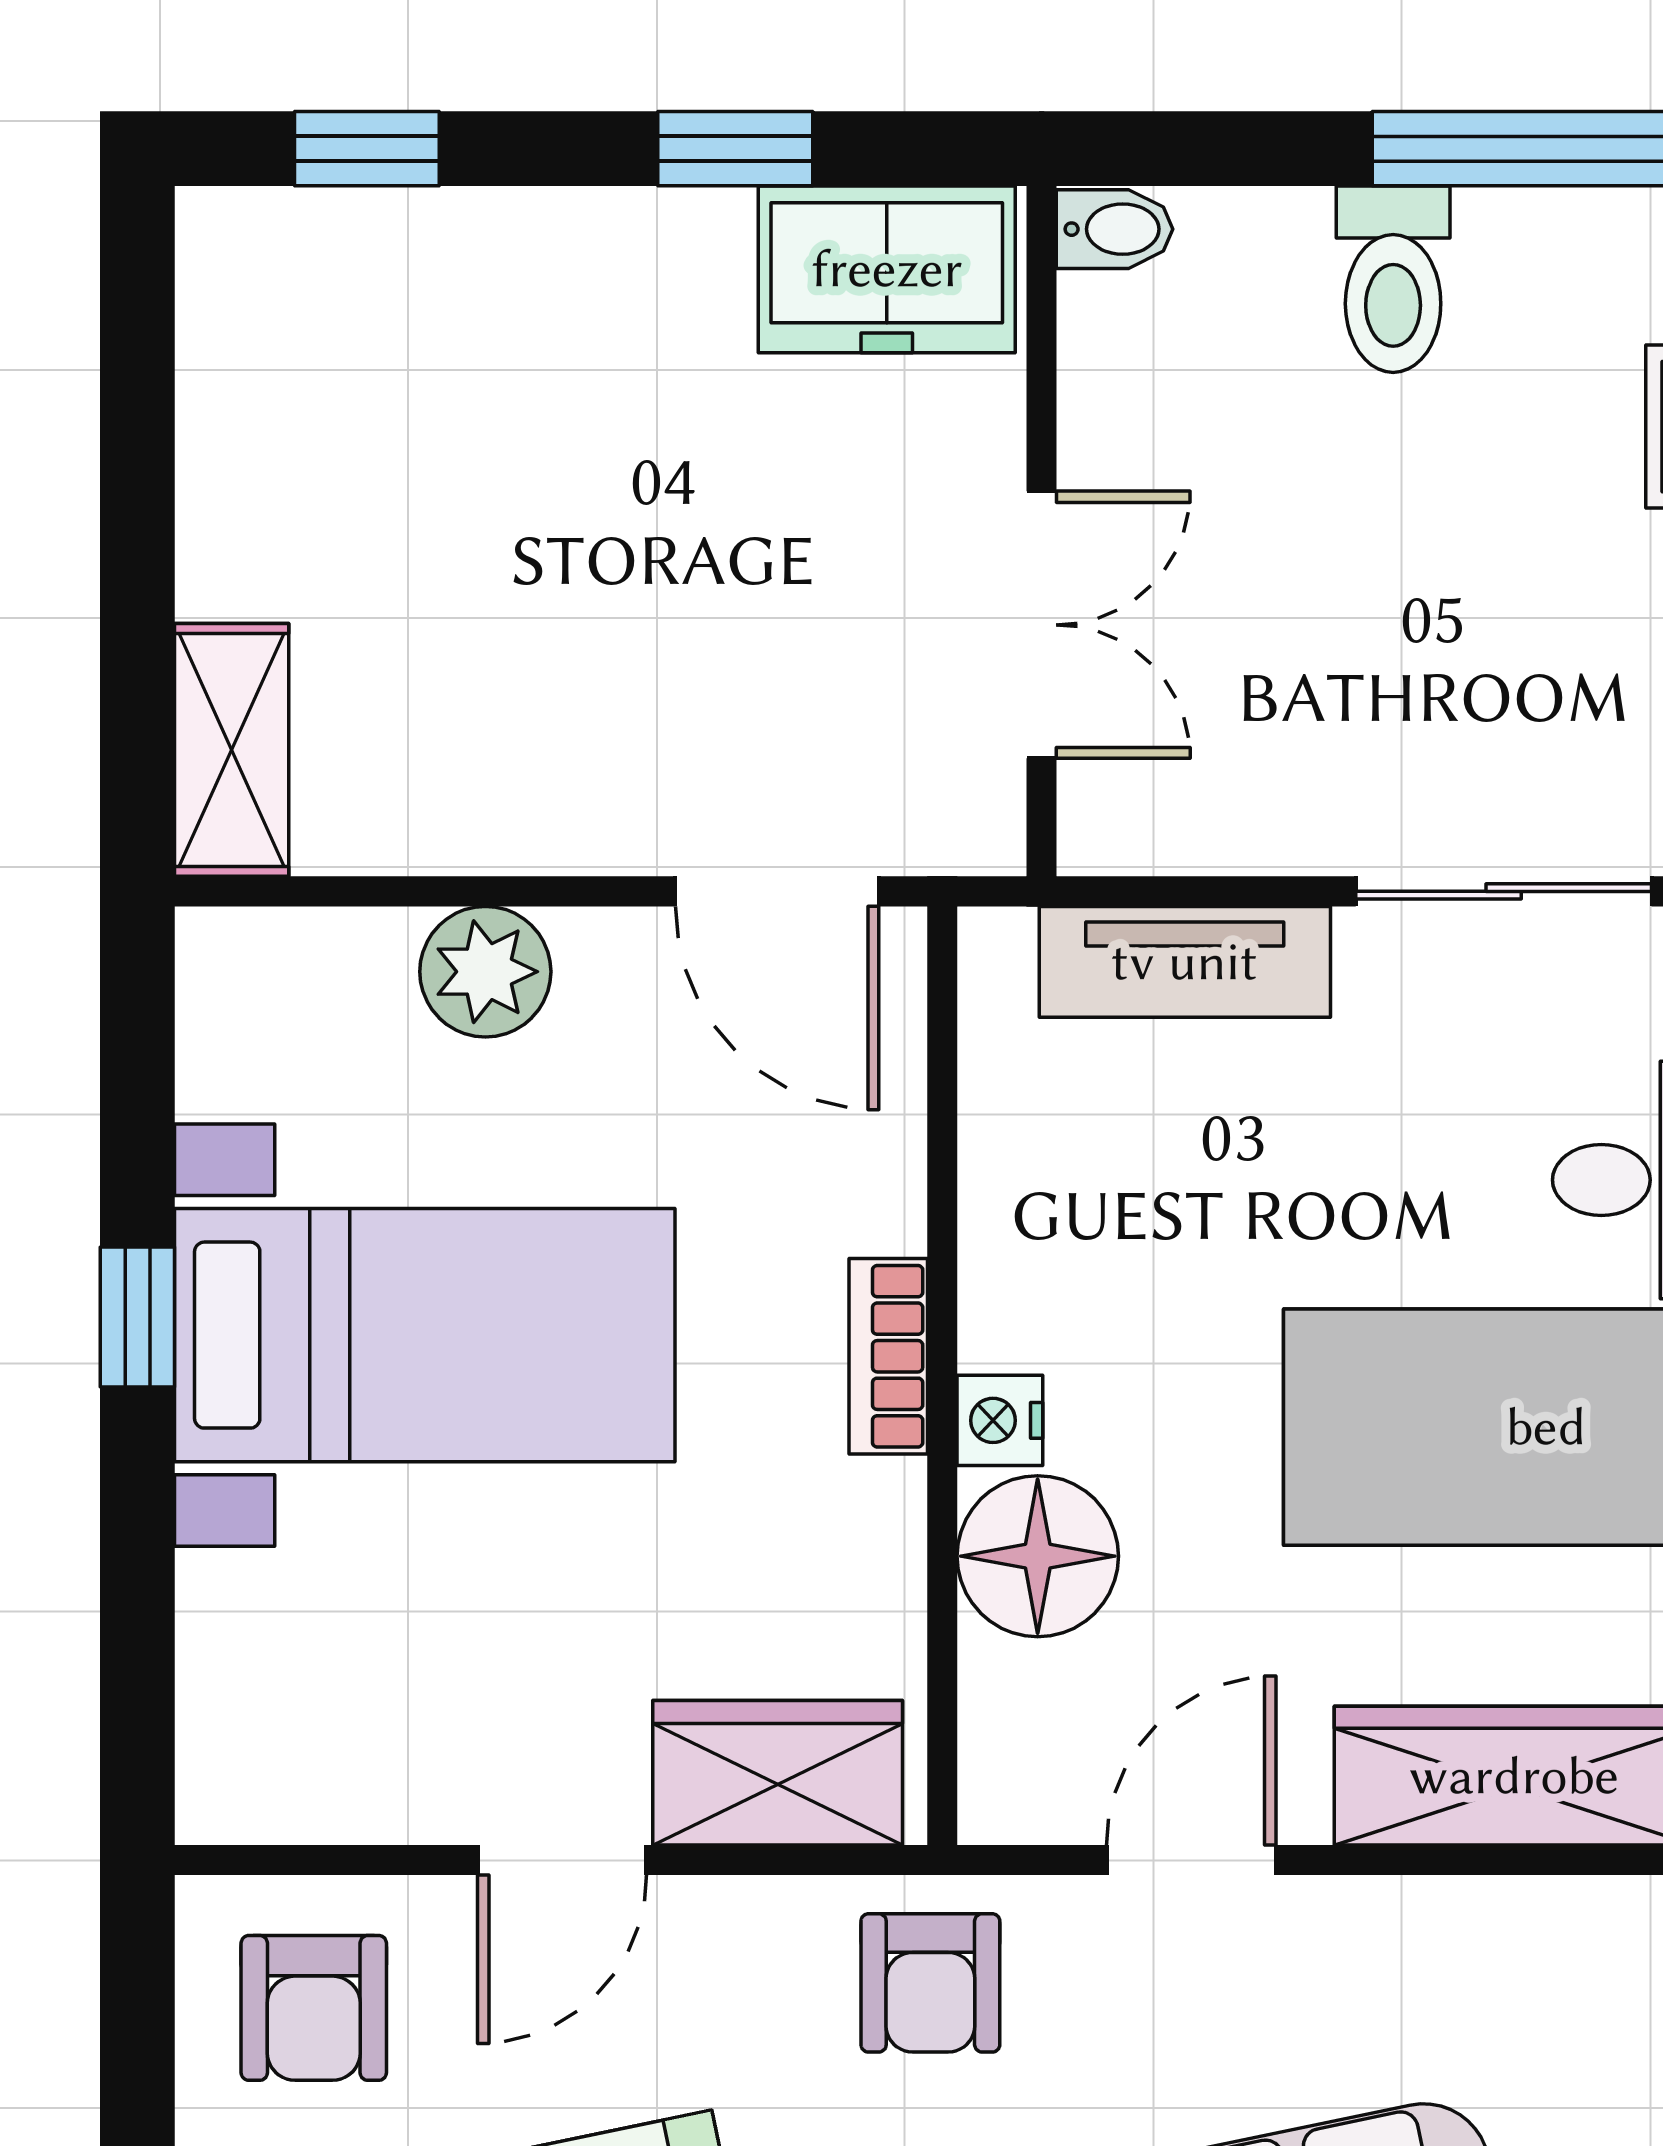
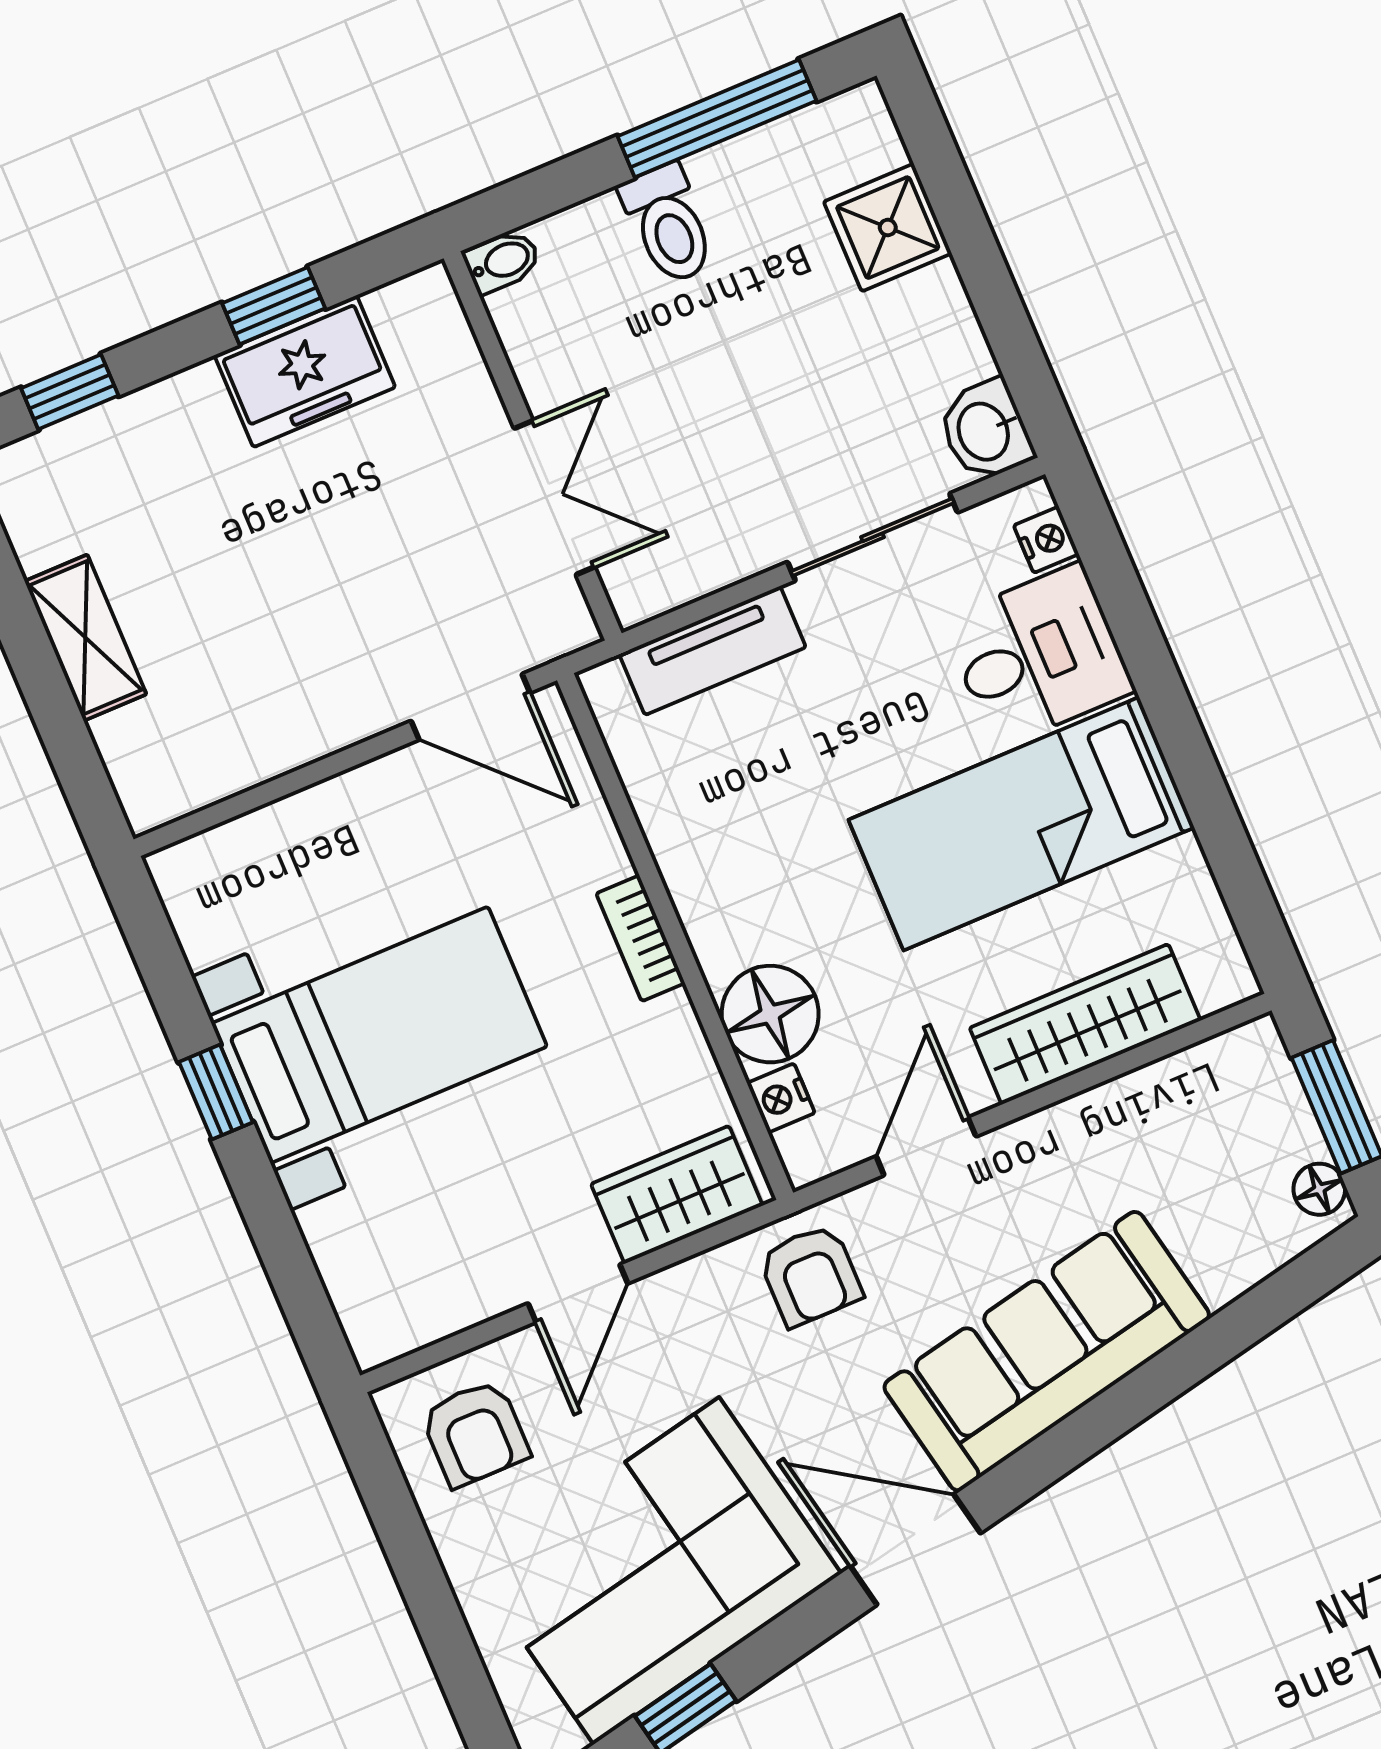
freezer: (887, 269) -> (305, 371), moved
shelving: (232, 750) -> (85, 638), moved
plant: (485, 972) -> (328, 820), removed
nightstand: (1000, 1420) -> (781, 1098), moved

